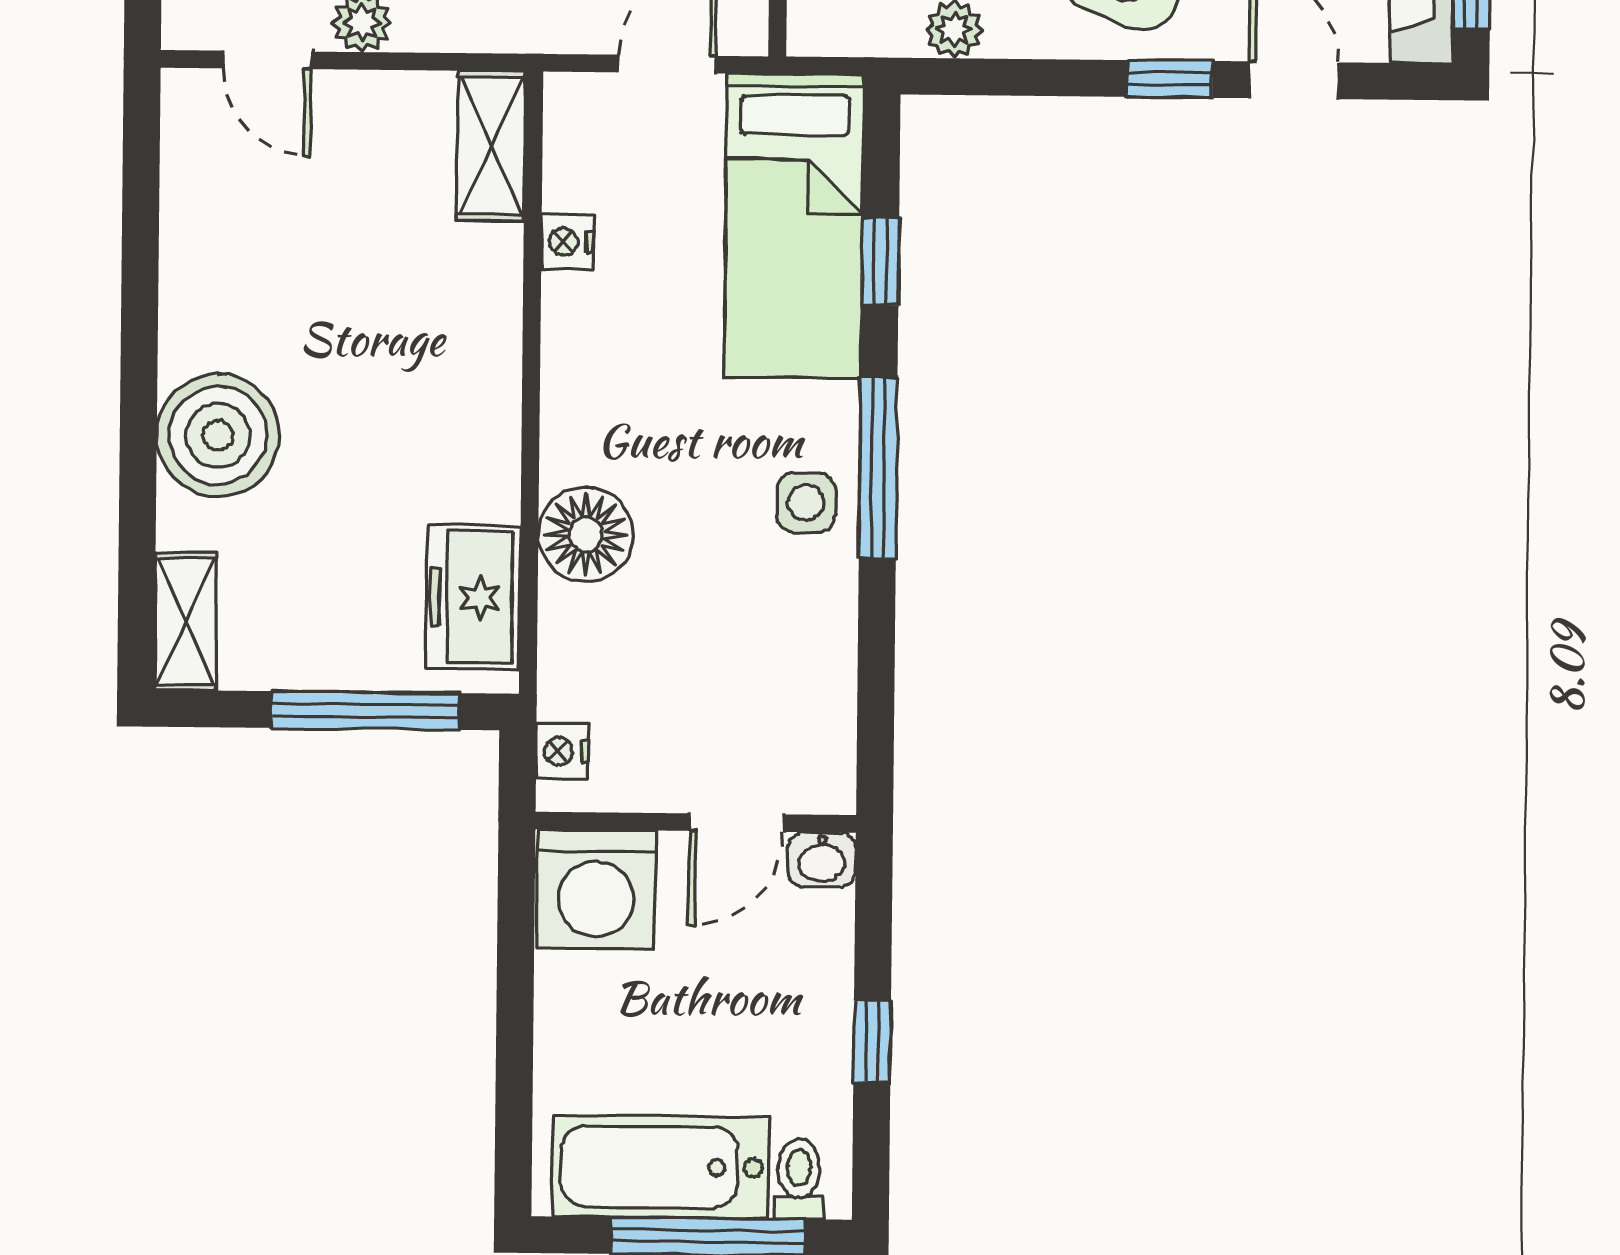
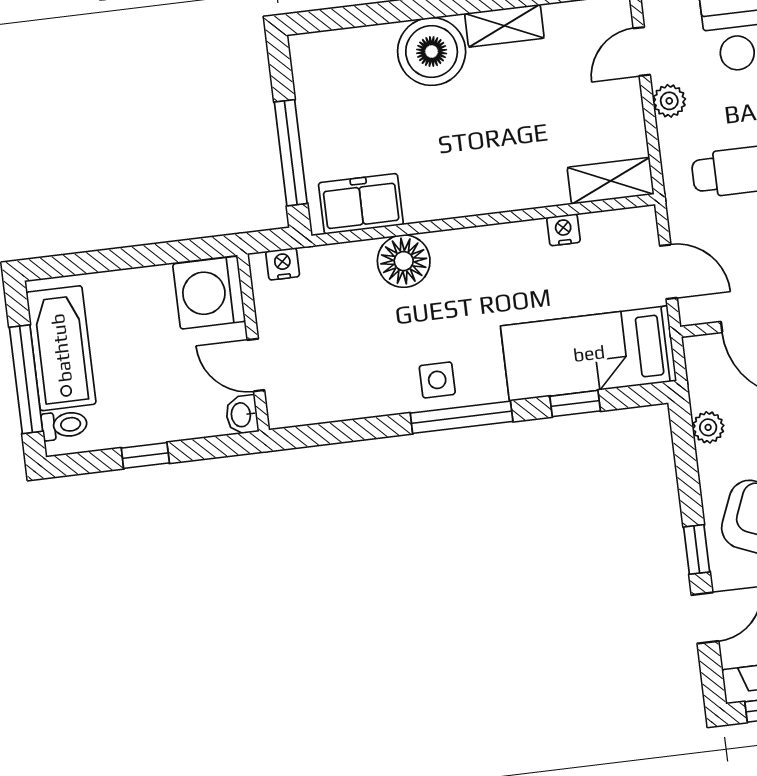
shelving: (186, 622) -> (504, 26), moved

